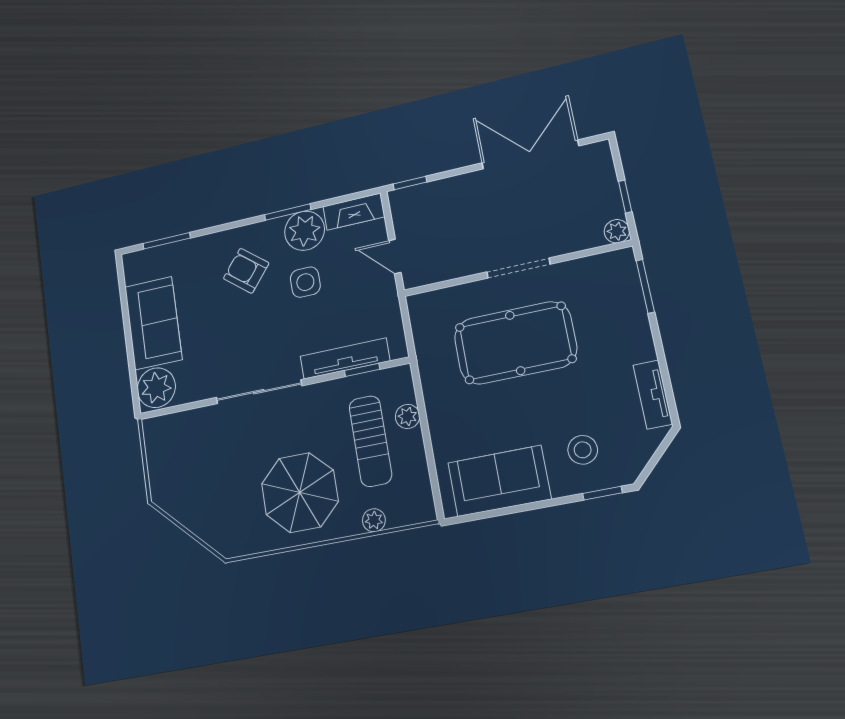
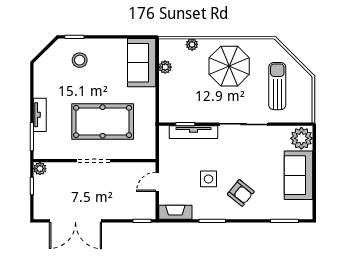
plant: (304, 231) -> (204, 208), removed
door: (395, 257) -> (157, 182), swing flipped
tv unit: (653, 395) -> (40, 115), moved
plant: (408, 416) -> (165, 67), moved
sun lounger: (370, 441) -> (277, 86), moved
sofa: (499, 481) -> (142, 63), moved, turned 90

